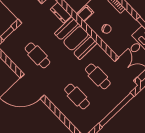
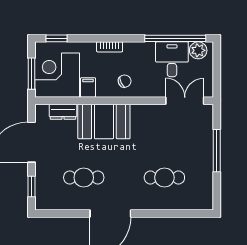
cafe table: (98, 76) -> (164, 137), removed
window: (116, 110) -> (217, 151), width x0.68

